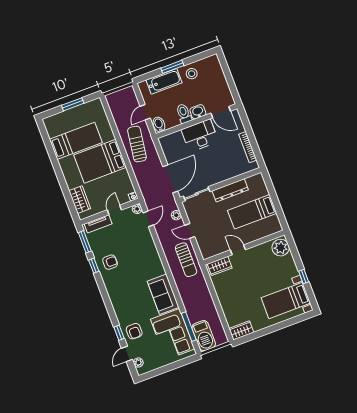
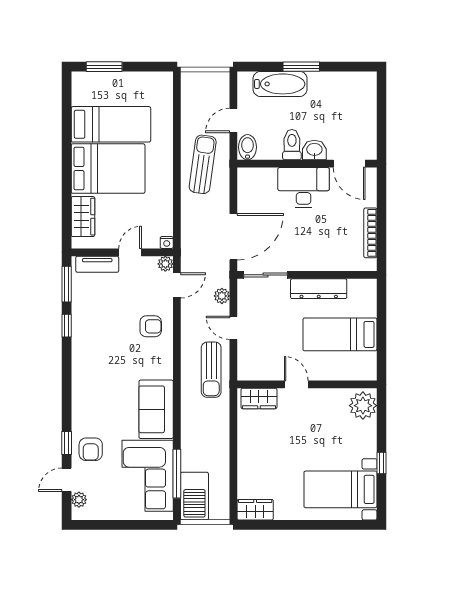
stool: (192, 74) -> (327, 88), removed
window: (73, 104) -> (104, 67), moved
bed: (100, 161) -> (108, 169), moved, turned 180
armchair: (110, 262) -> (151, 326), moved

